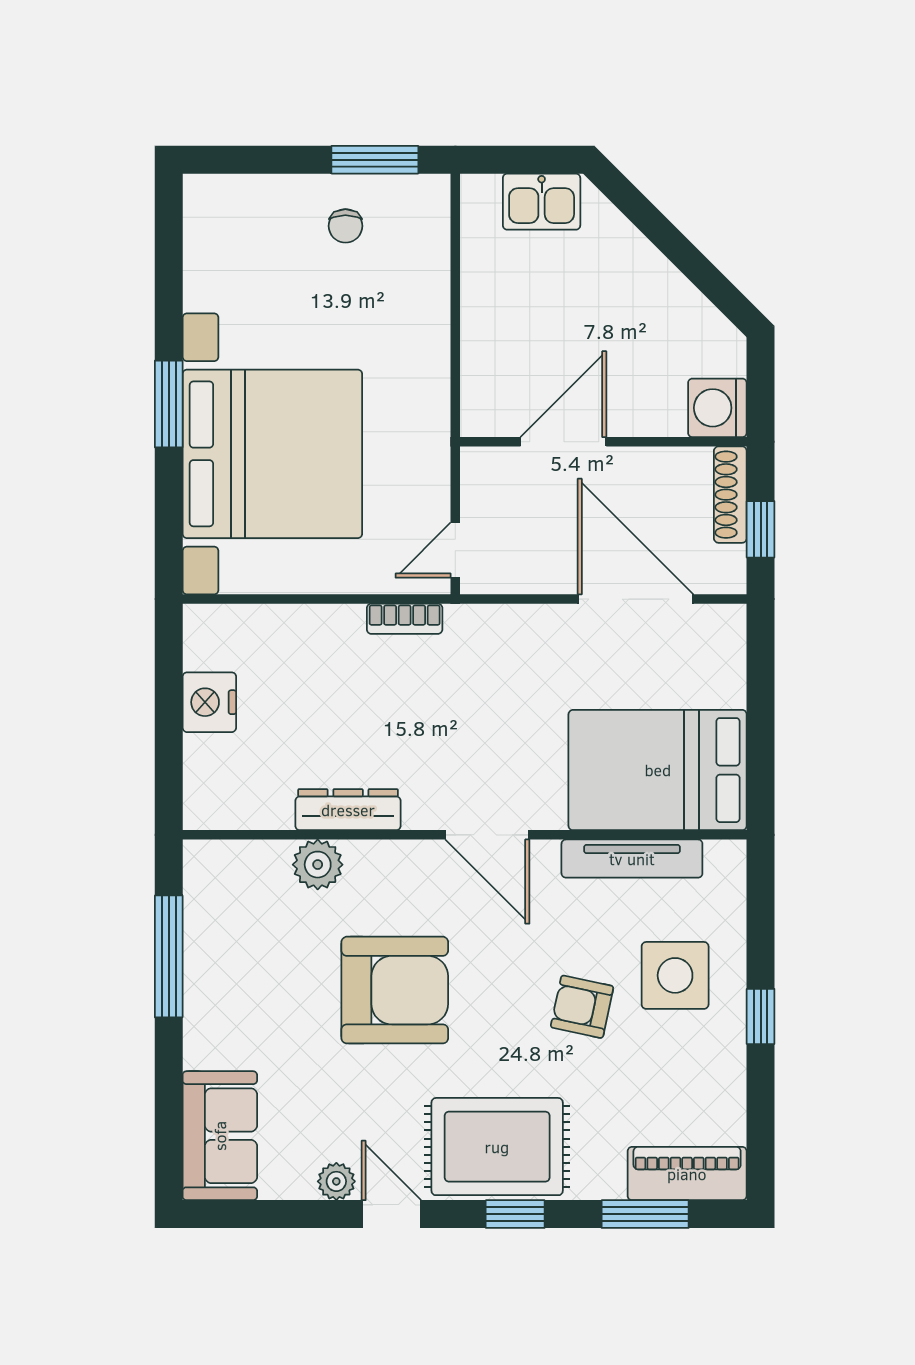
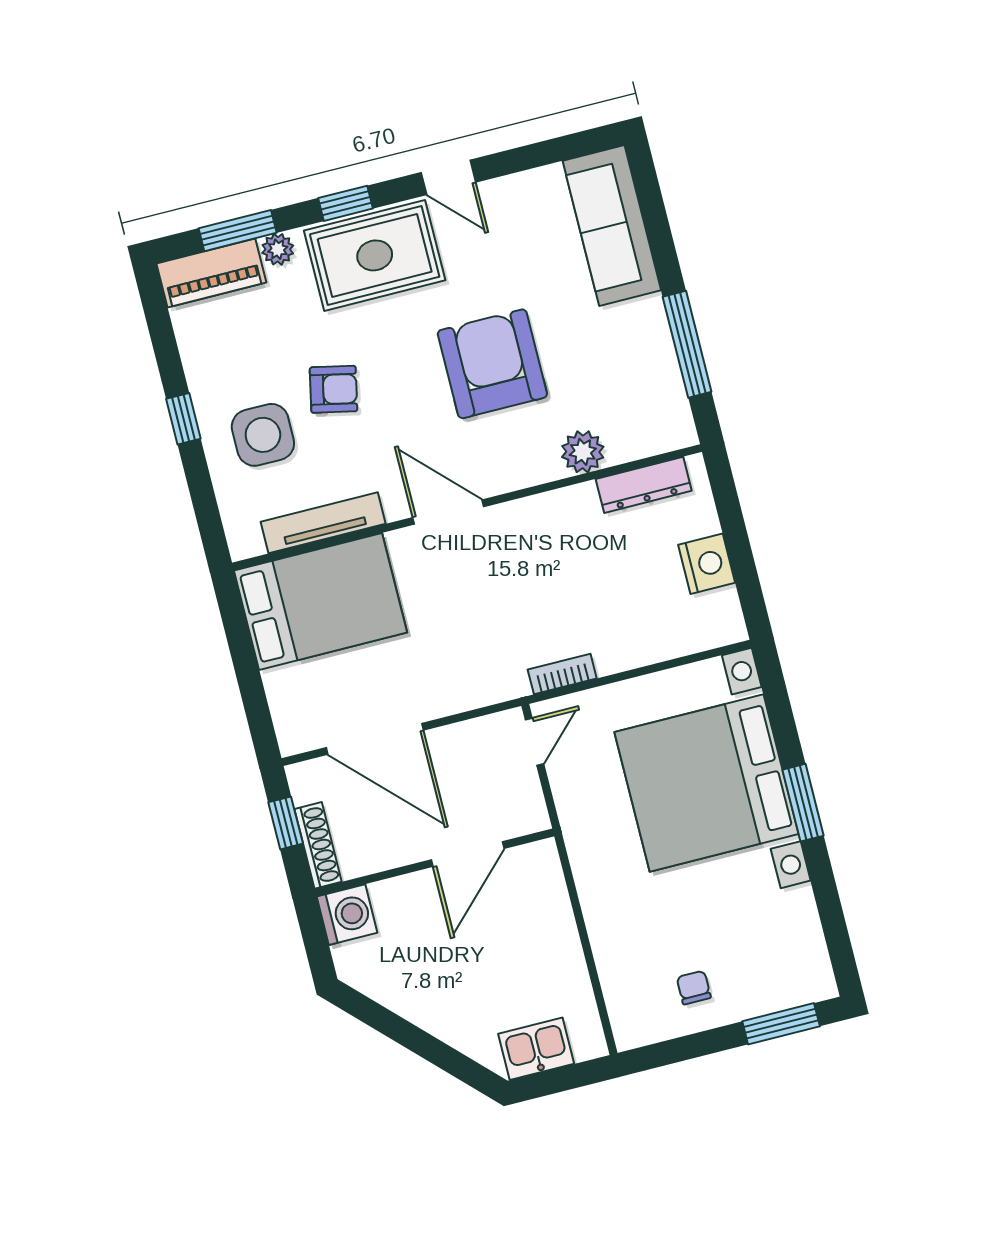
window: (375, 160) -> (781, 1024), moved
dresser: (348, 810) -> (644, 485), moved
armchair: (395, 990) -> (492, 364), turned 90
sofa: (220, 1136) -> (612, 226), width x1.36
plant: (336, 1181) -> (278, 249), moved

